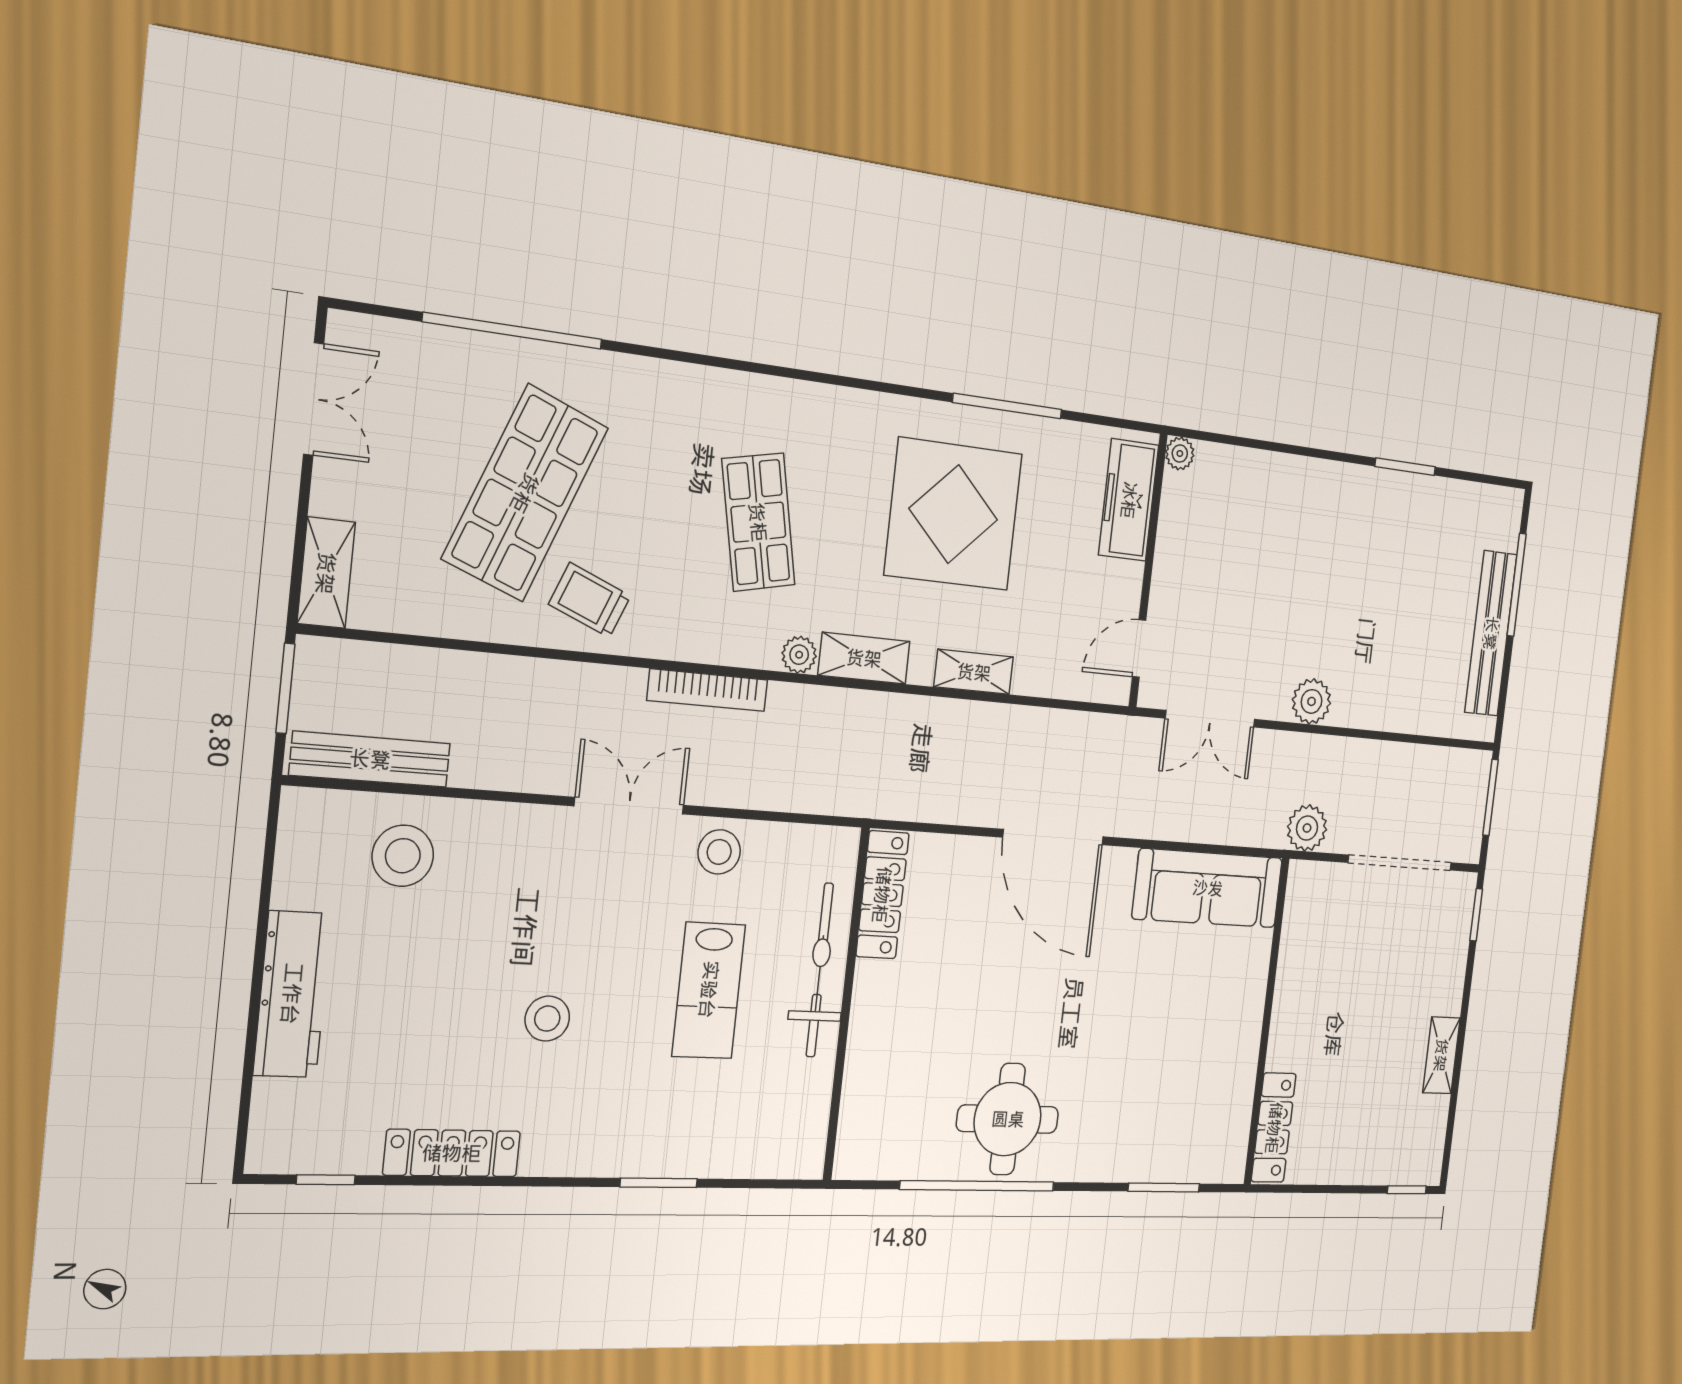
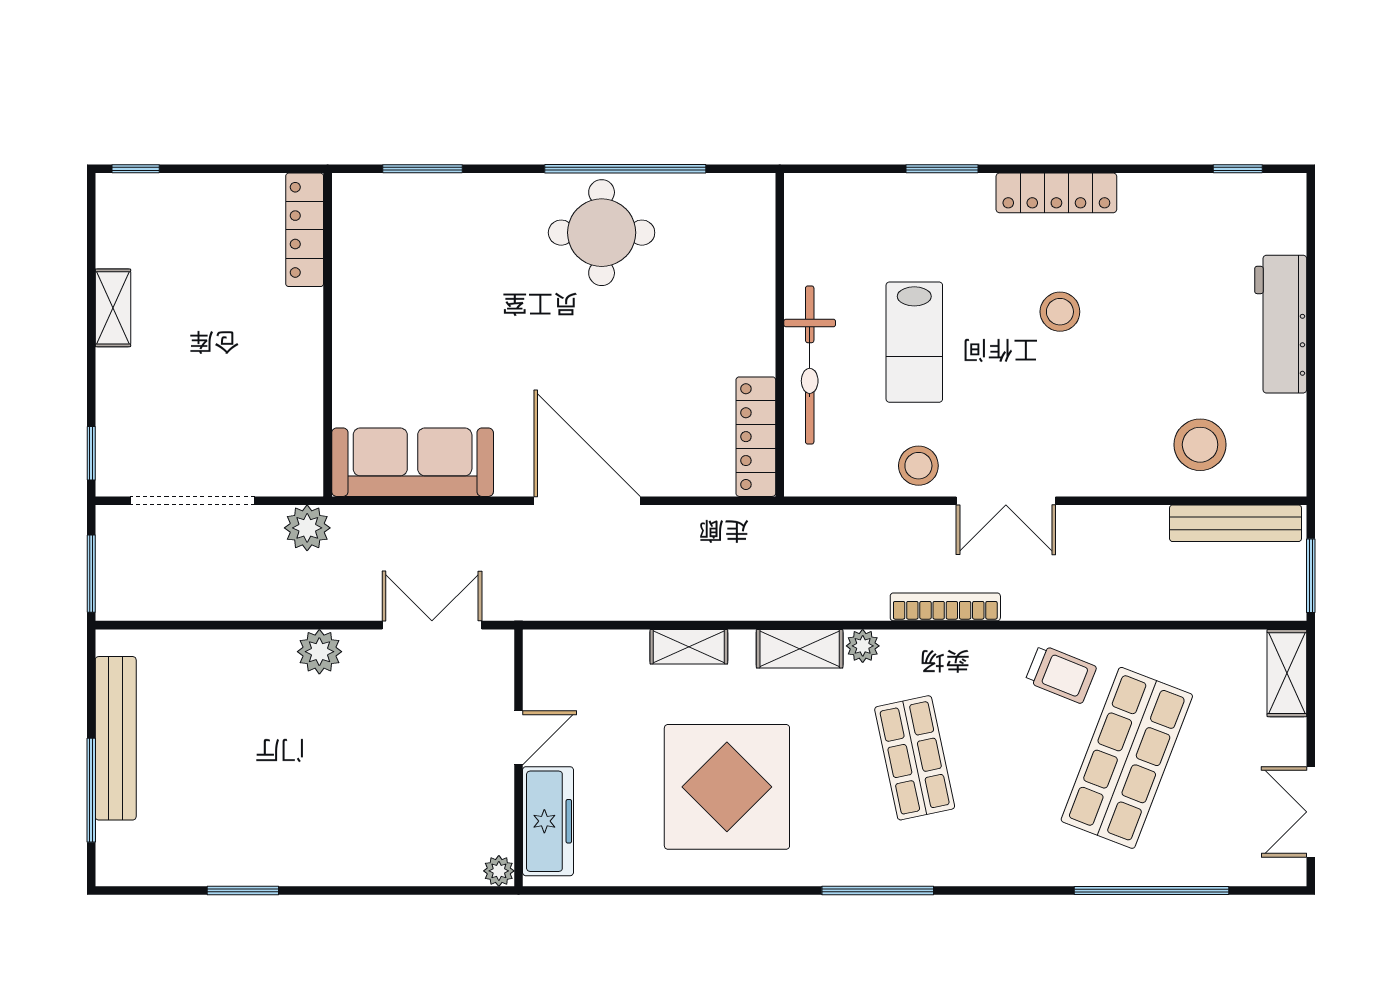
window: (1007, 406) -> (878, 891), moved
door: (1139, 649) -> (518, 738), moved
lab bench: (709, 990) -> (914, 342), turned 180
locker: (452, 1153) -> (1056, 193), moved

